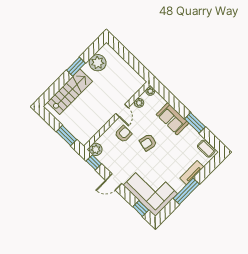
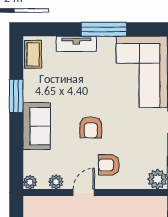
armchair: (148, 142) -> (91, 127), turned 77

